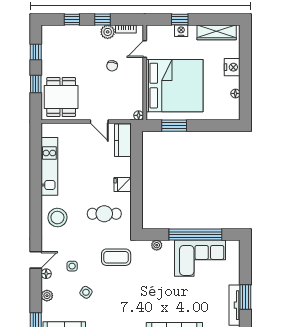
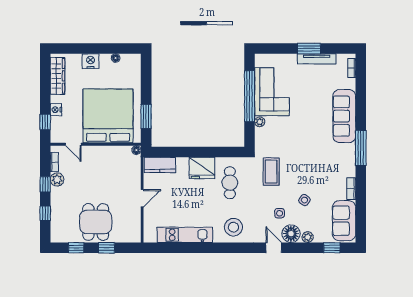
window: (180, 19) -> (45, 122), moved
chair: (112, 66) -> (89, 175), removed
dining table: (61, 97) -> (96, 222), moved, turned 90
door: (99, 122) -> (142, 198), moved
fridge: (123, 184) -> (202, 168), width x1.88, depth x1.34
plant: (157, 245) -> (260, 122), moved
floor lamp: (46, 274) -> (291, 234), width x1.89, depth x1.89

